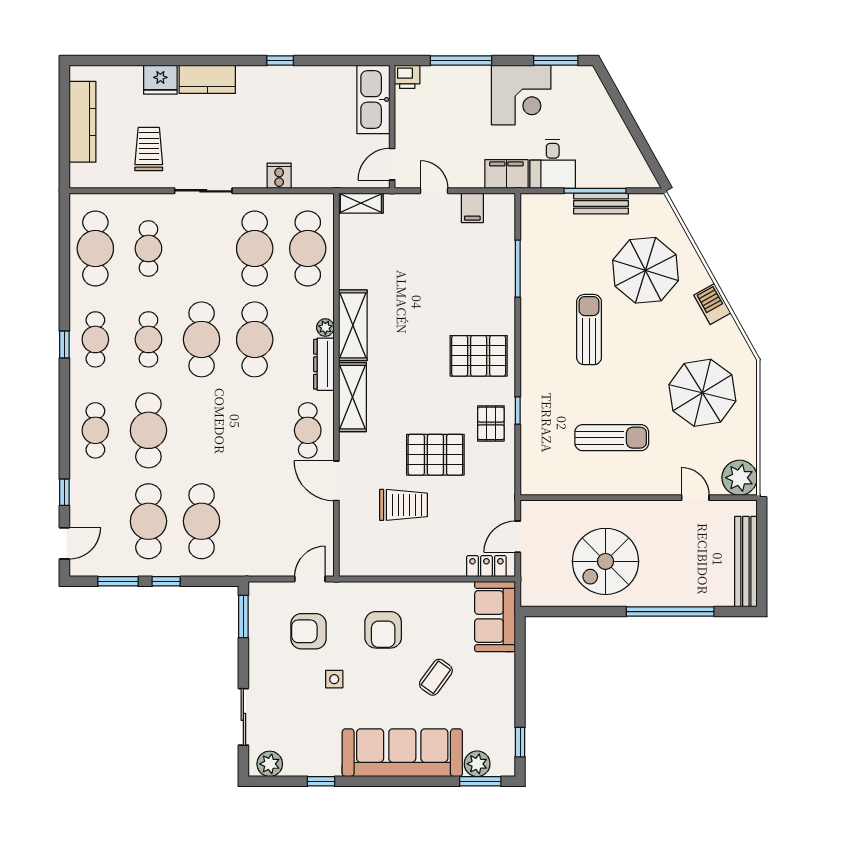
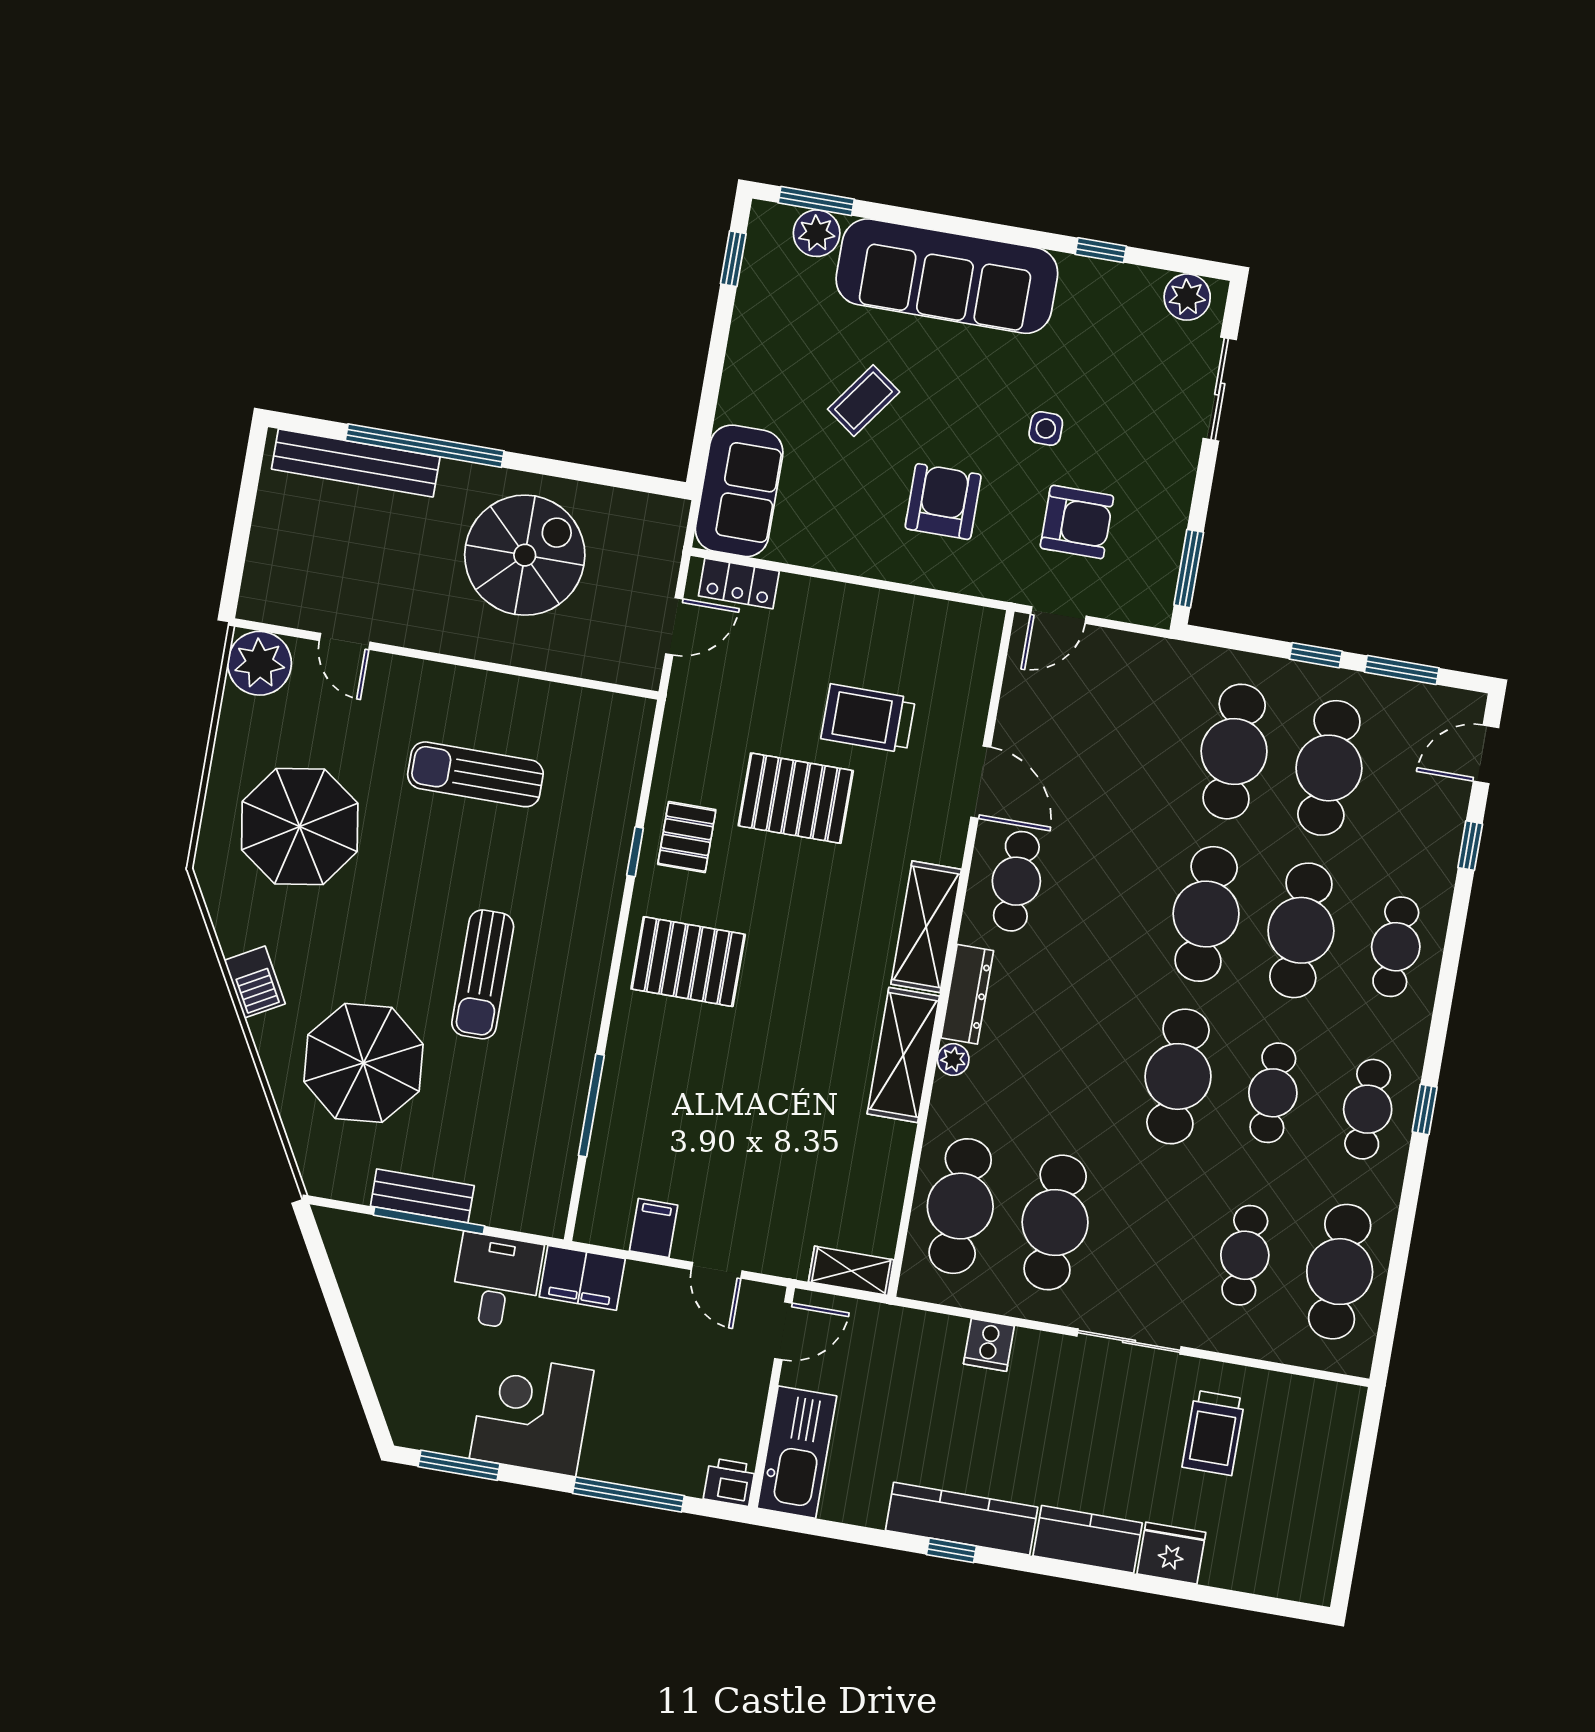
kitchen counter: (82, 122) -> (962, 1519), moved, turned 90
cafe table: (255, 339) -> (1206, 914), moved
bench: (746, 562) -> (356, 463), moved, turned 90

